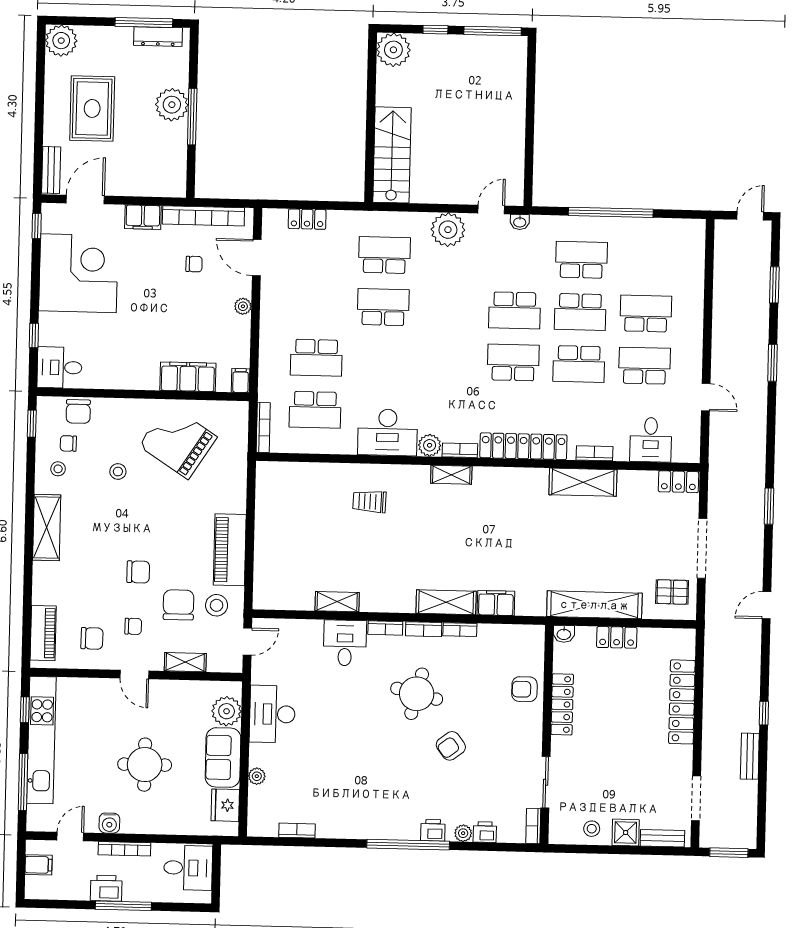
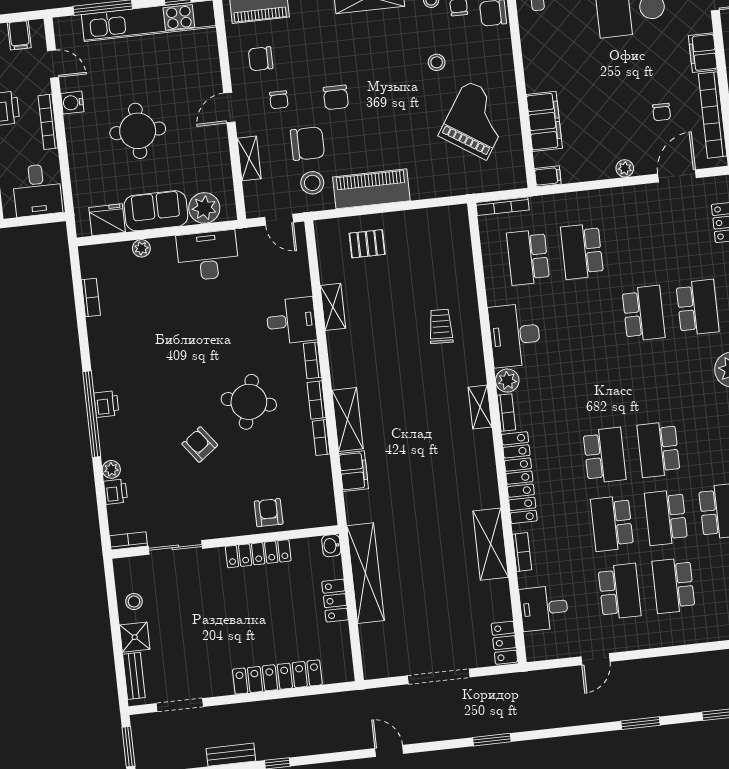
school desk: (646, 314) -> (674, 585), turned 180
pallet: (672, 592) -> (367, 244), moved, turned 90
chair: (92, 638) -> (261, 59), turned 89
printer: (433, 830) -> (106, 404), moved

